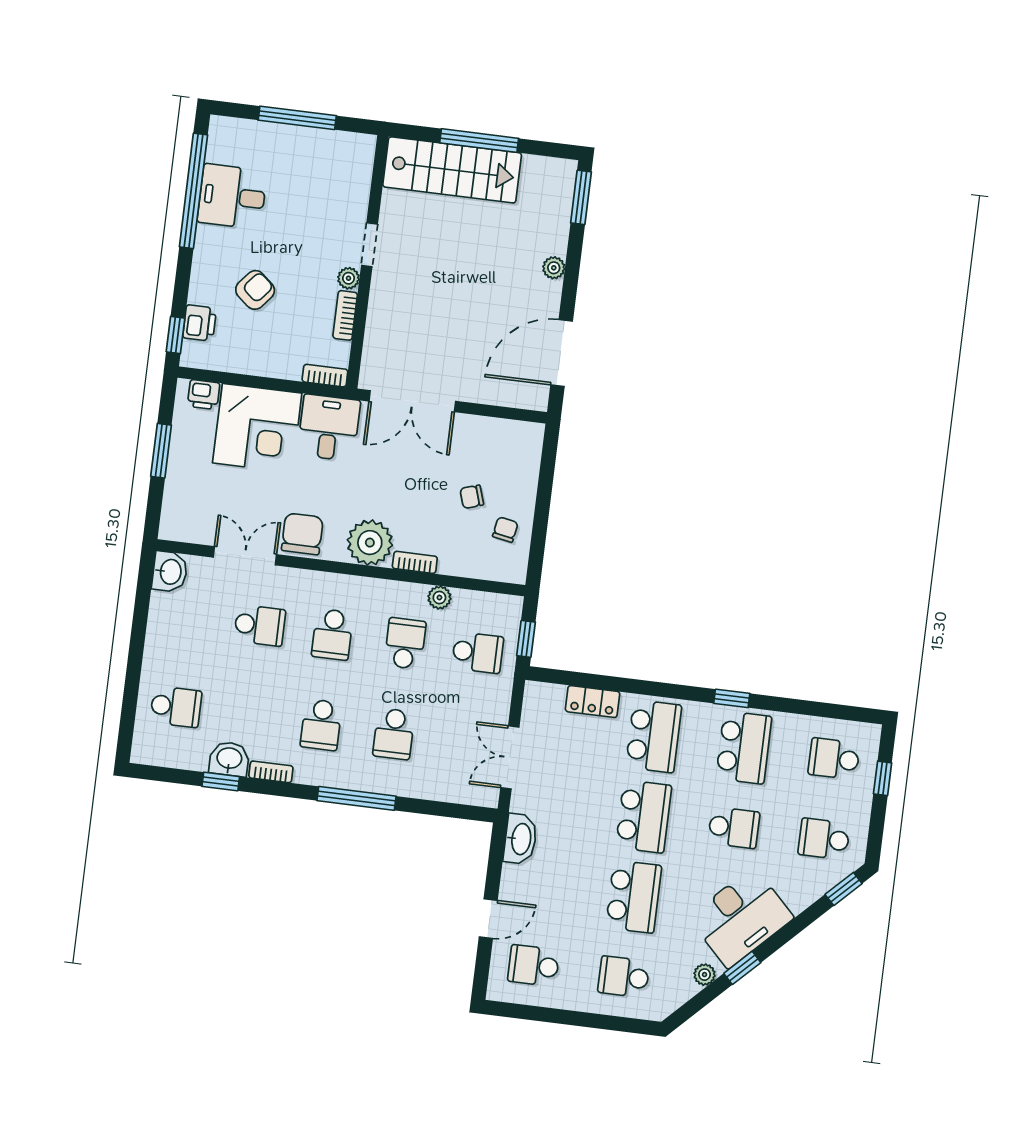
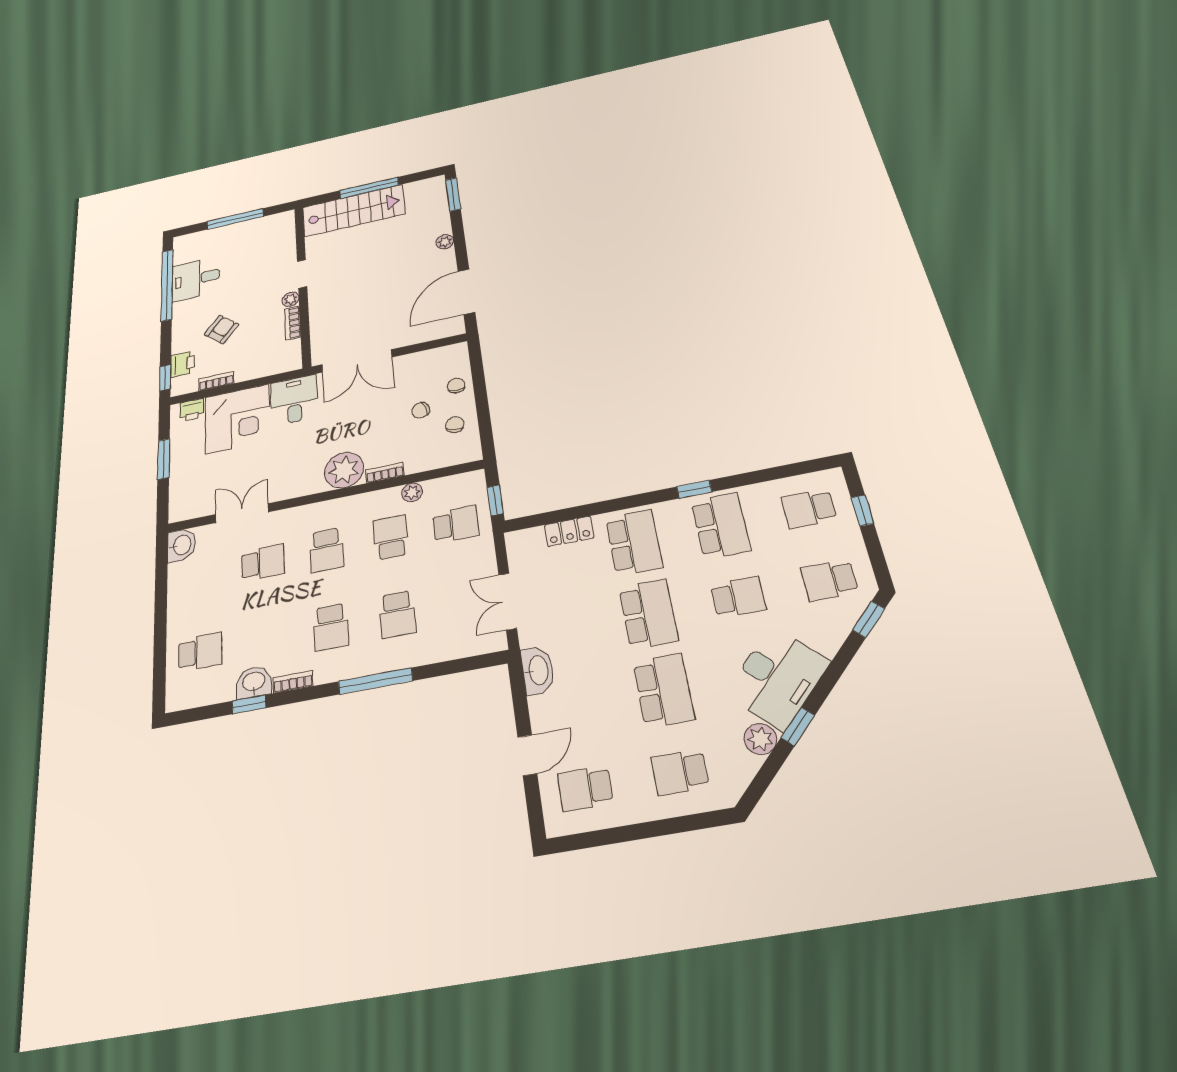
bookcase: (325, 376) -> (216, 381), moved
chair: (302, 534) -> (456, 386), moved, width x0.54, depth x0.54
plant: (705, 975) -> (760, 739), width x1.38, depth x1.38

